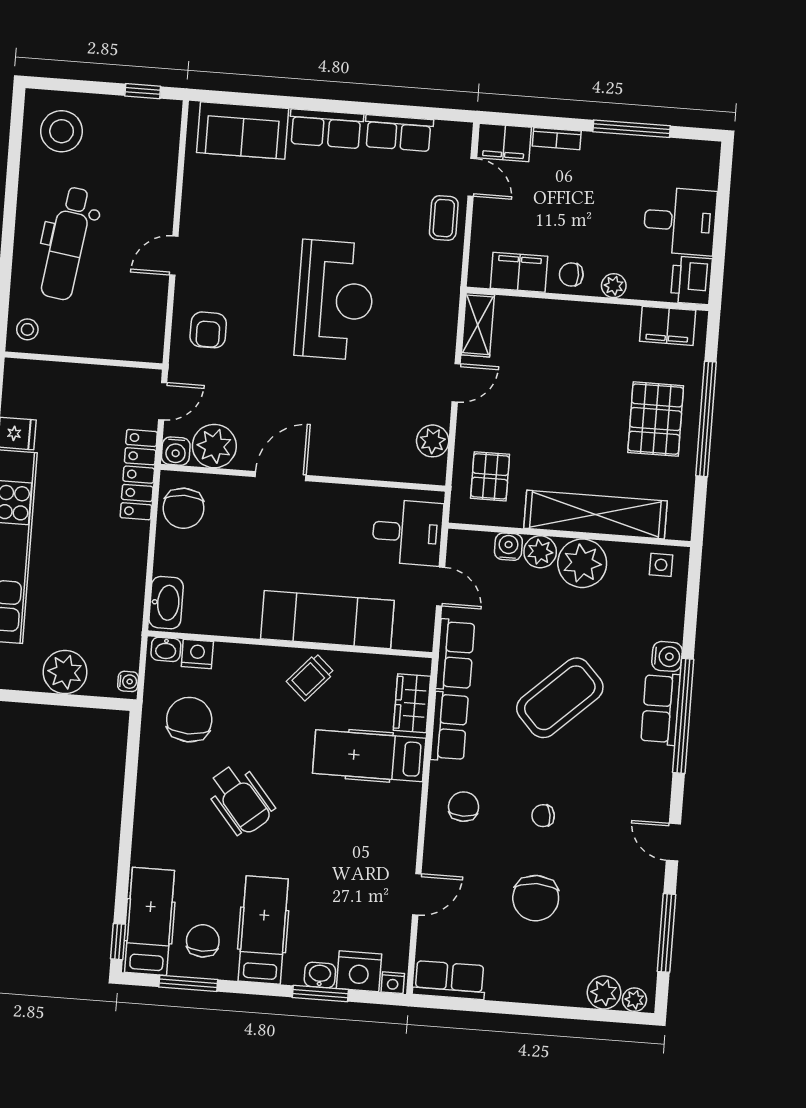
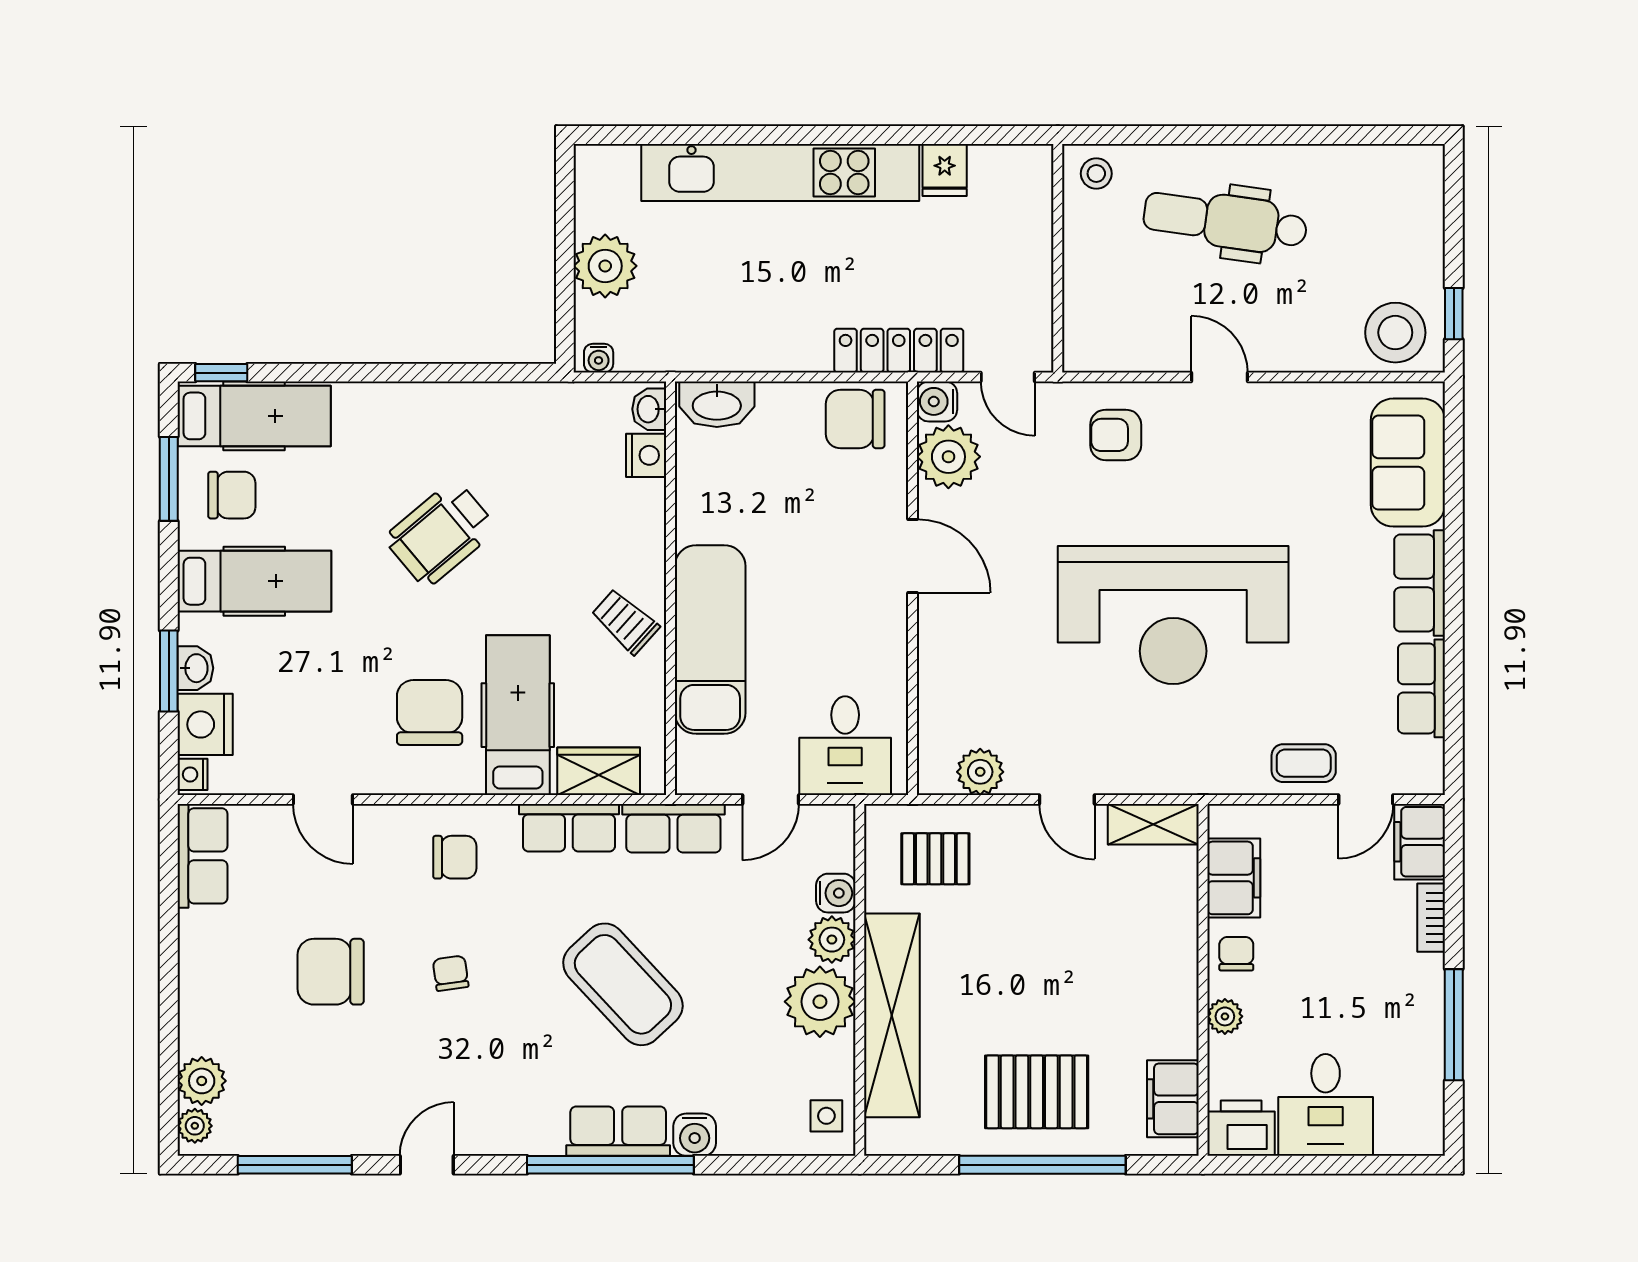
stool: (62, 131) -> (1395, 333), moved
reception desk: (335, 300) -> (1173, 615), width x1.36, depth x1.30
chair: (189, 720) -> (430, 713), moved, turned -91

